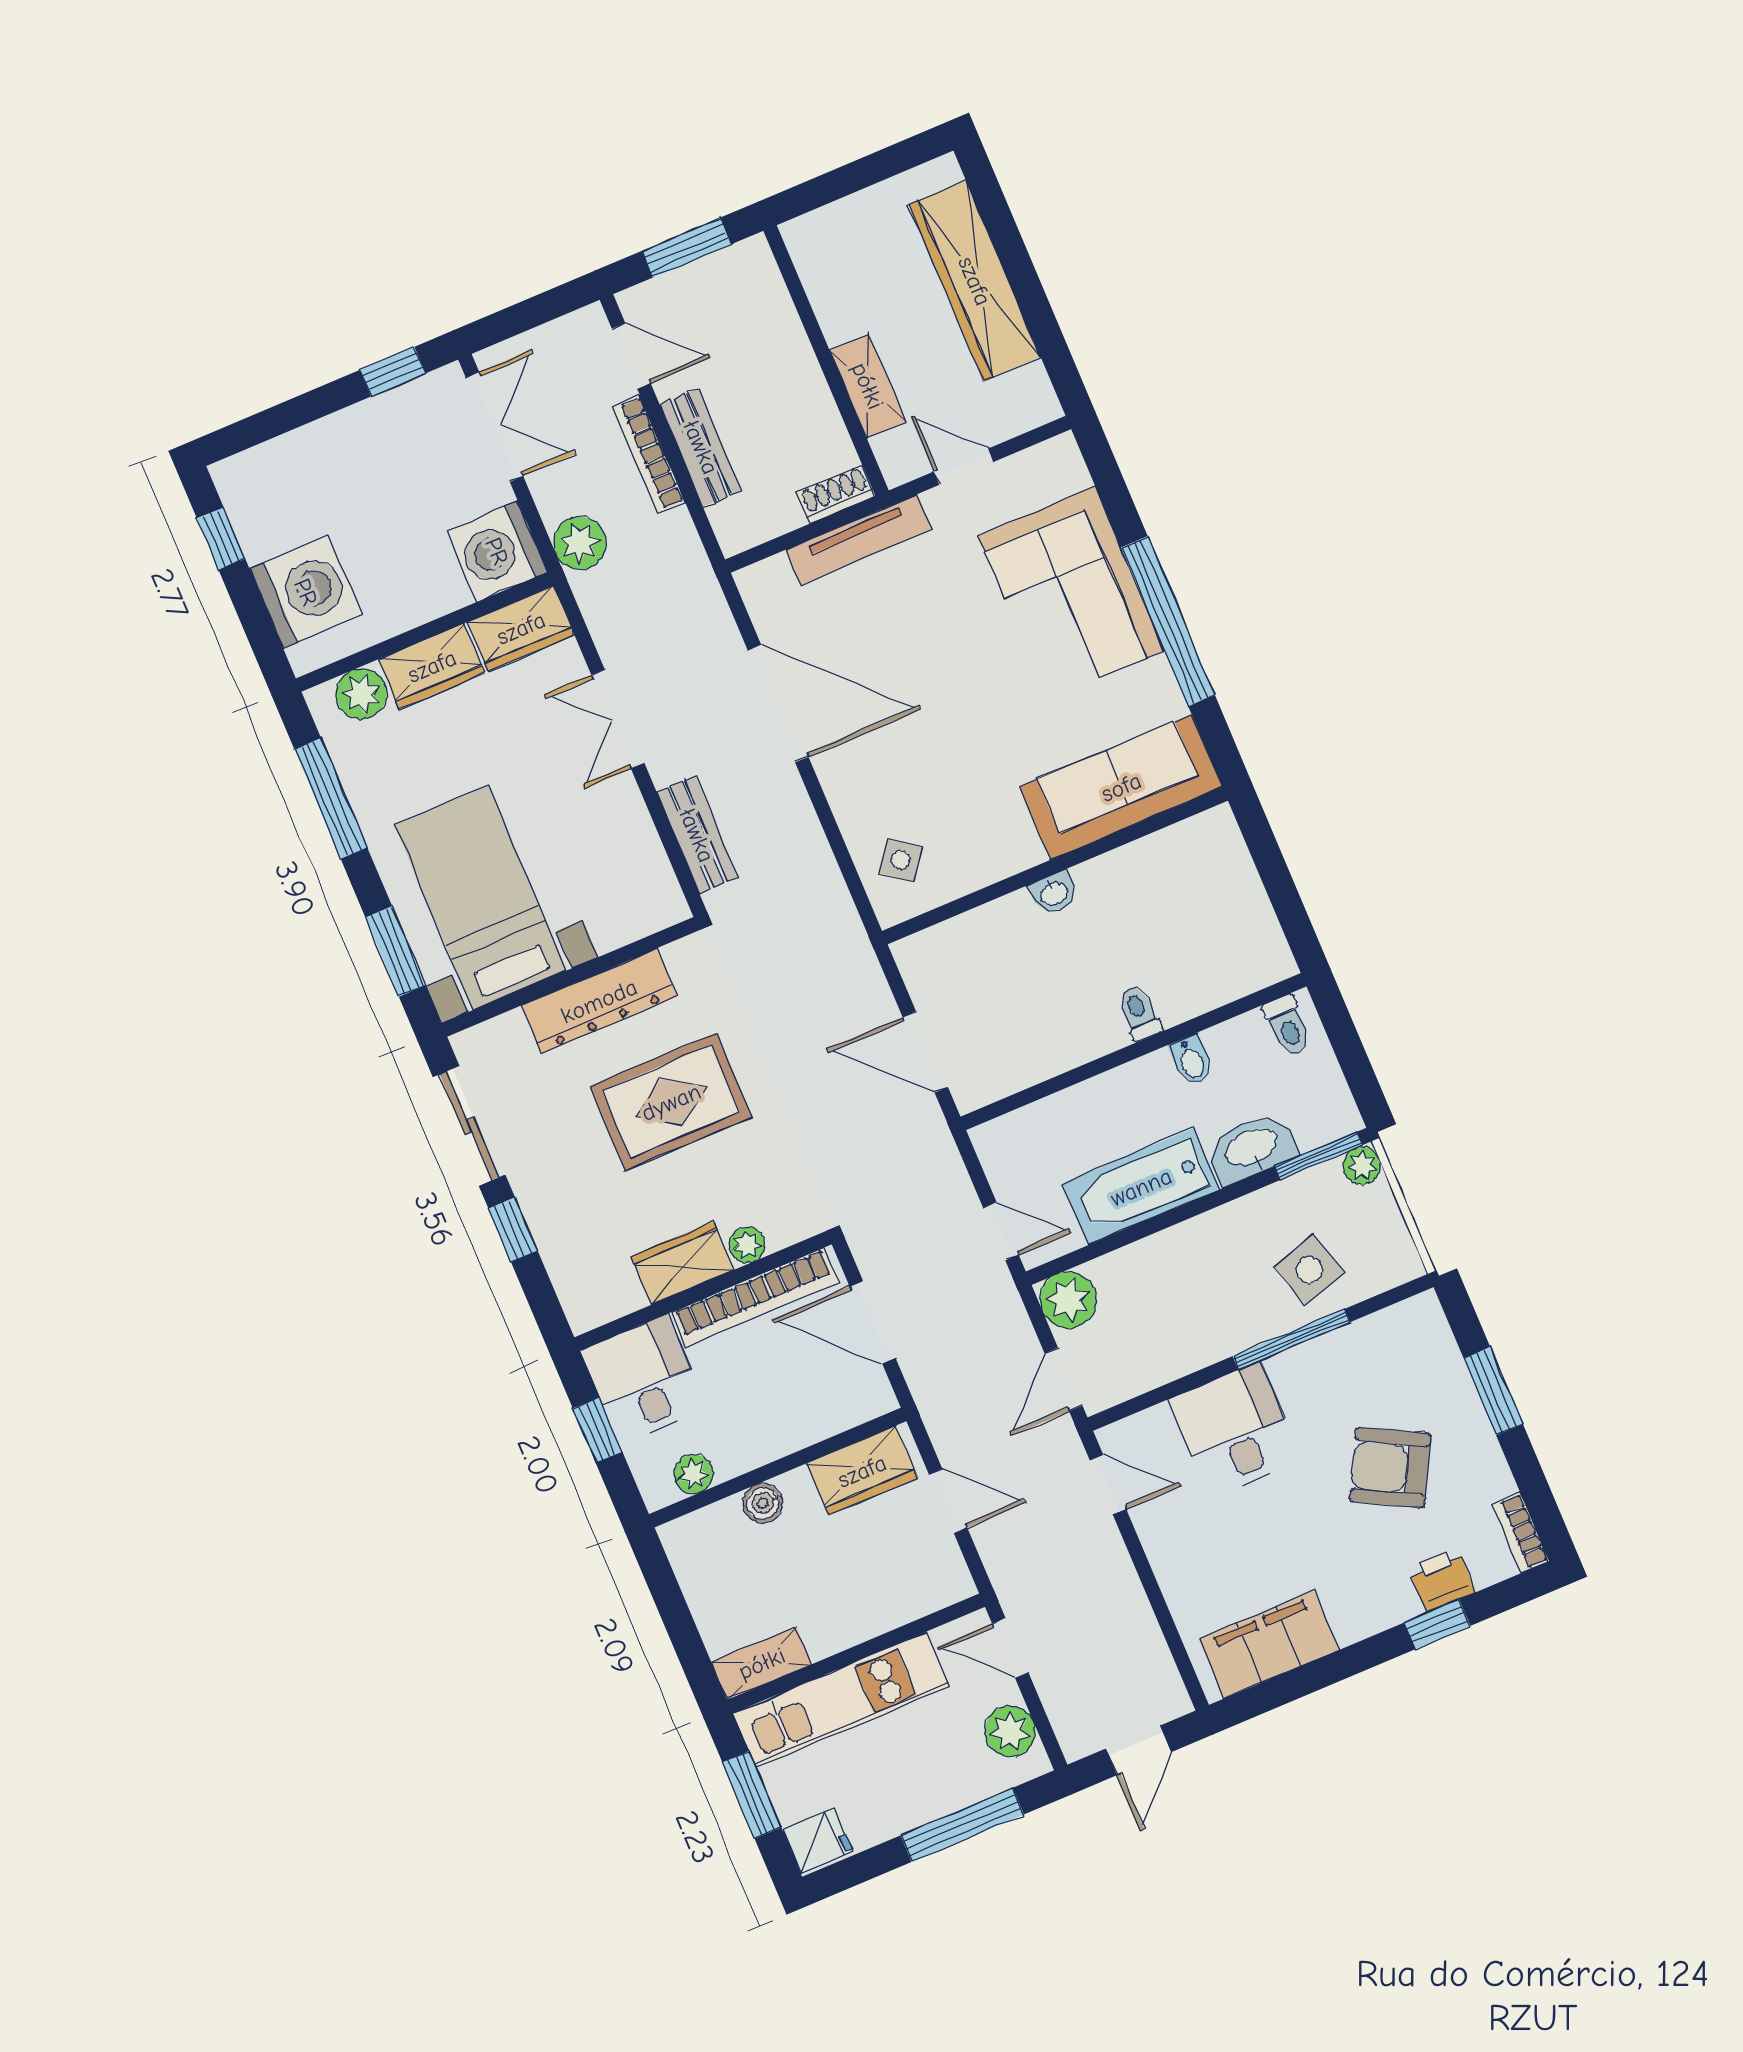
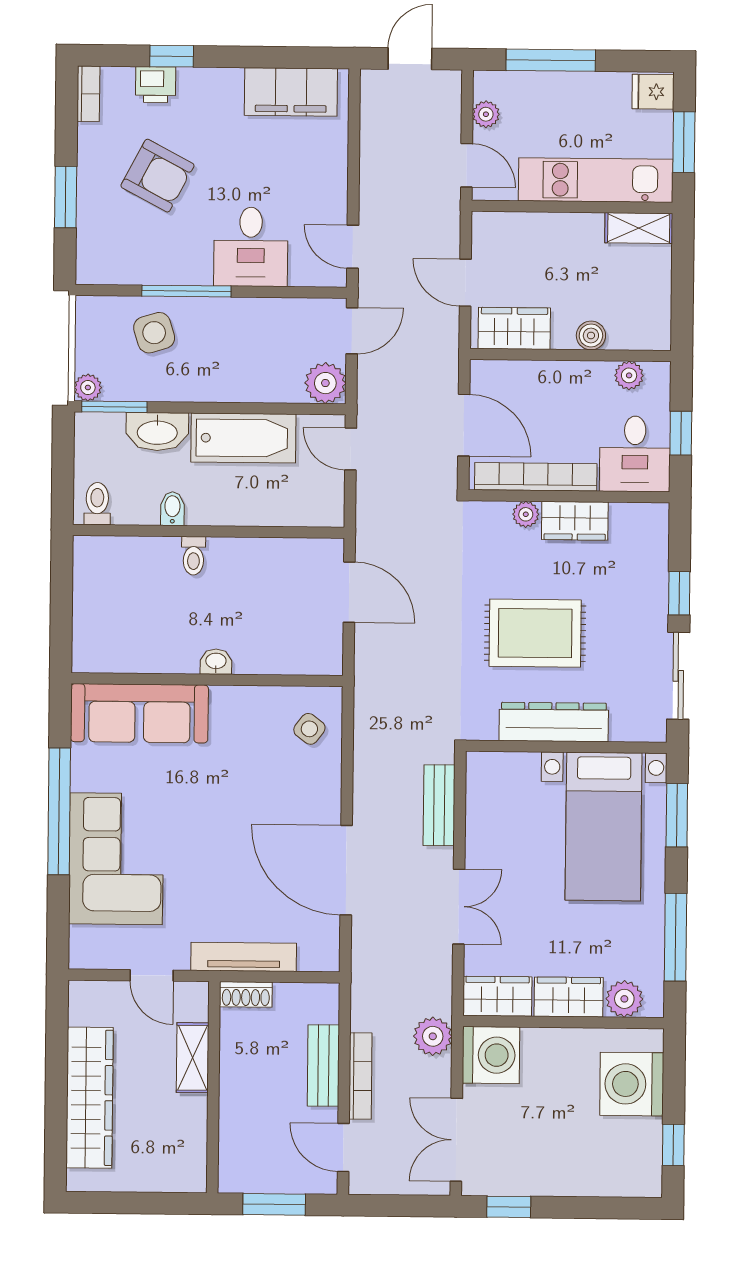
plant: (1010, 1731) -> (486, 114), width x0.73, depth x0.73

